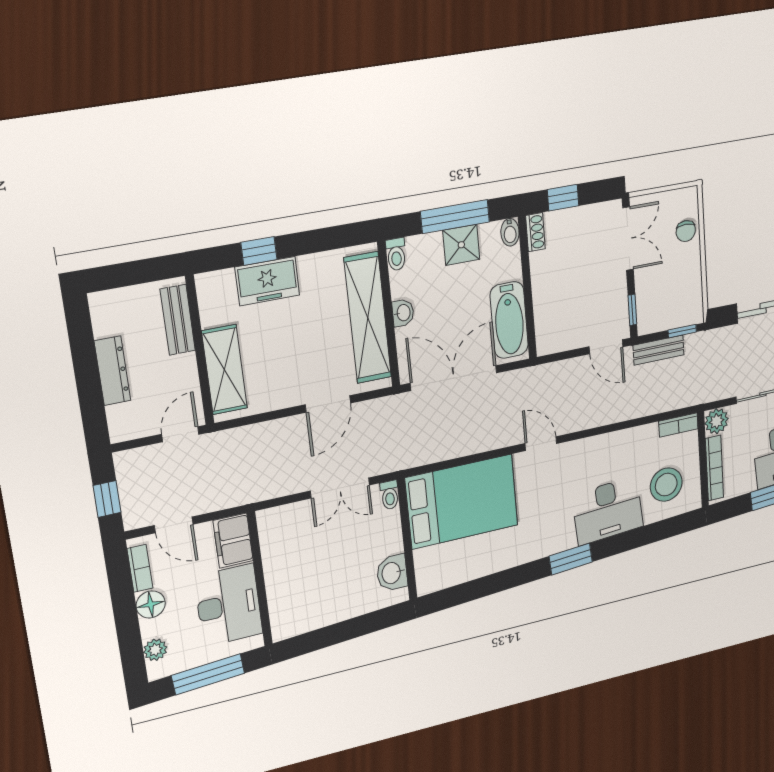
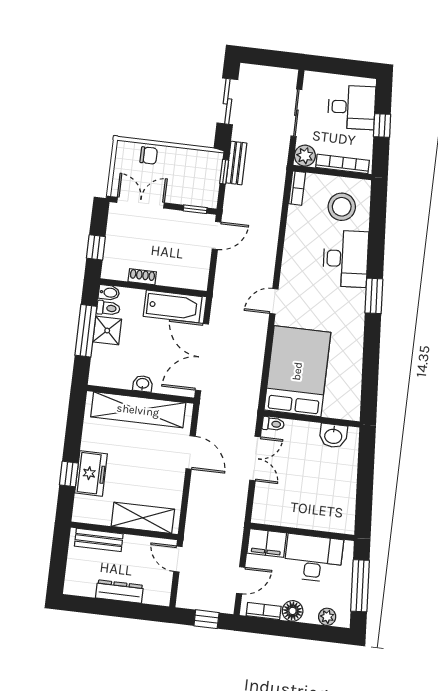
shoe rack: (535, 232) -> (142, 277), moved
toilet: (396, 254) -> (108, 308), moved
bench: (659, 350) -> (236, 163), moved

